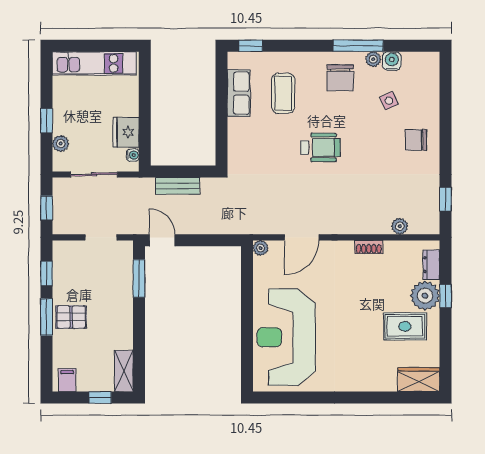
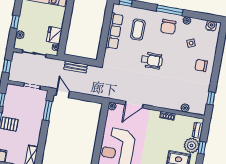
window: (358, 46) -> (170, 10), moved
water cooler: (392, 61) -> (211, 26), moved
row of seats: (239, 93) -> (114, 31), width x1.48

